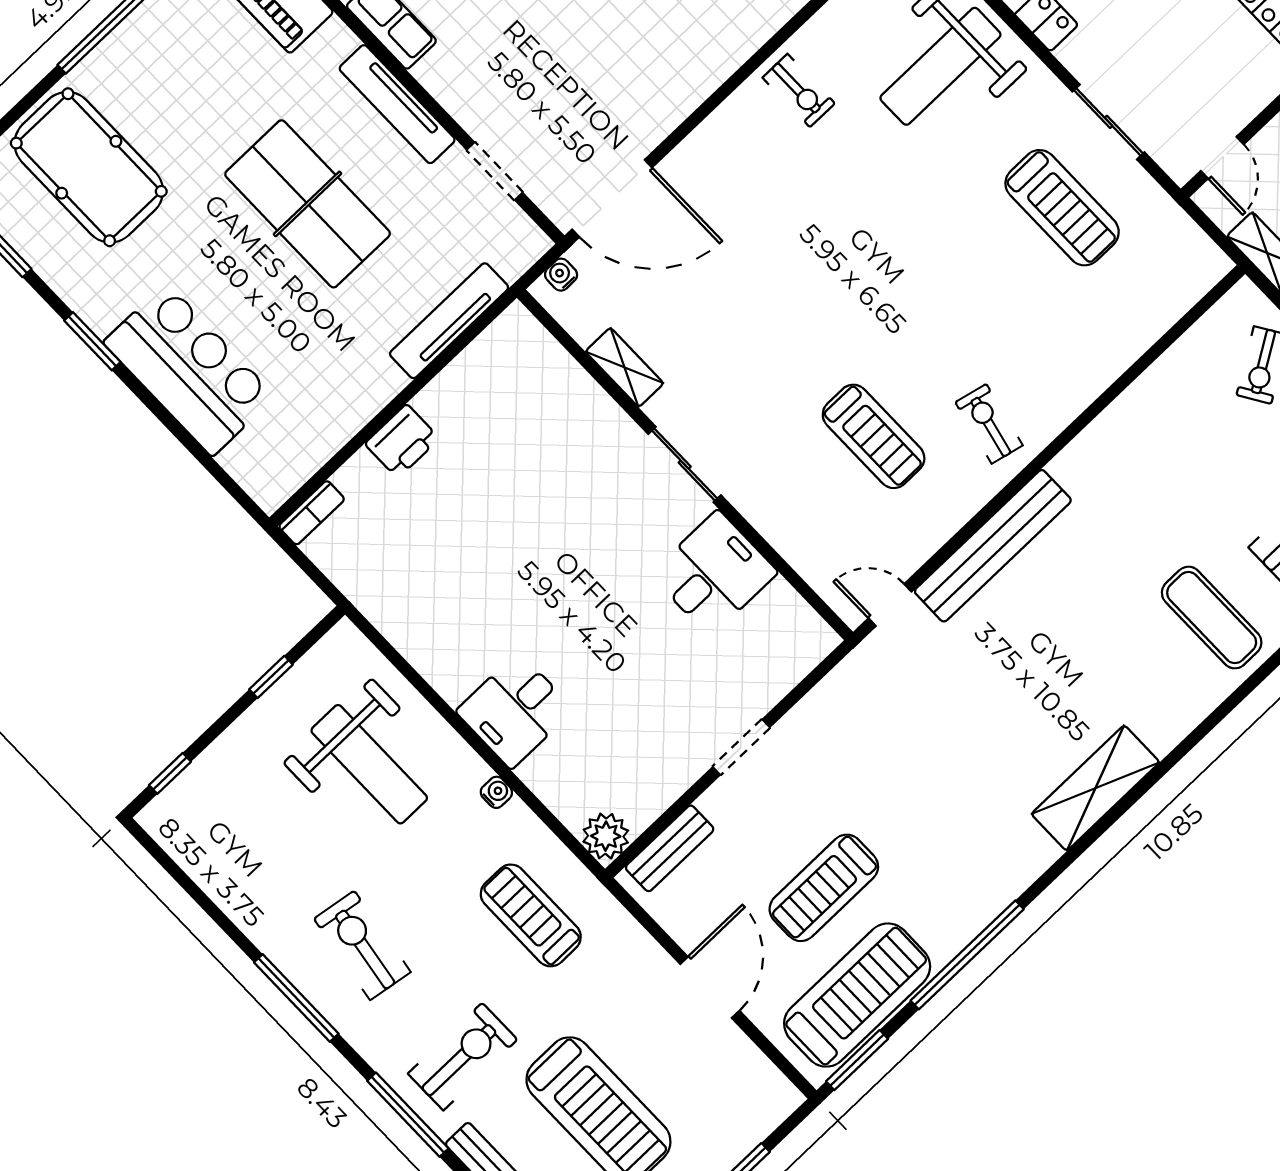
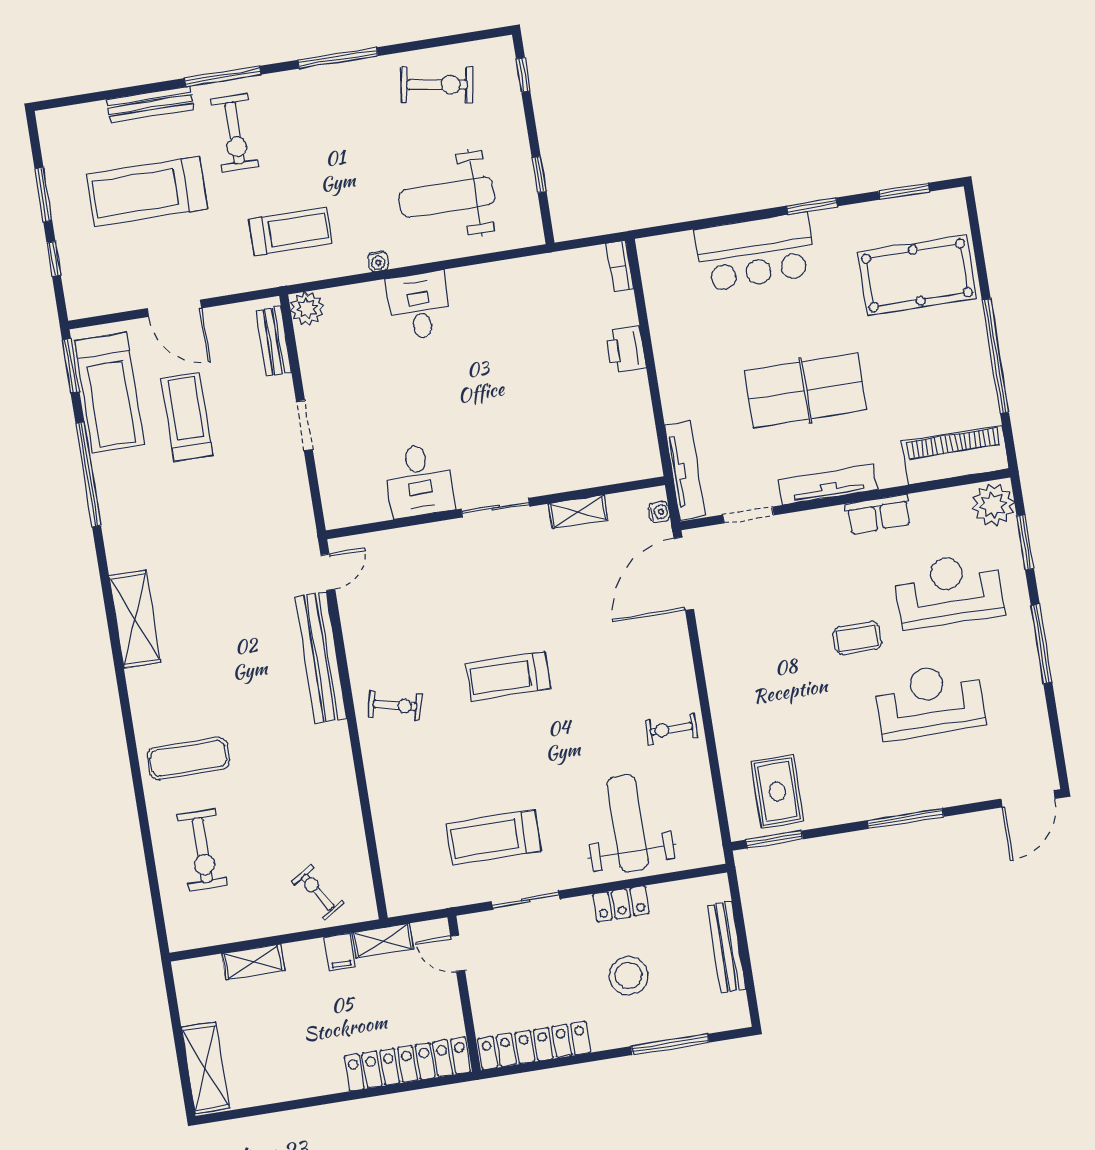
tv unit: (449, 321) -> (685, 471), moved
treadmill: (874, 436) -> (508, 676), moved
exercise bike: (362, 945) -> (437, 85), moved

